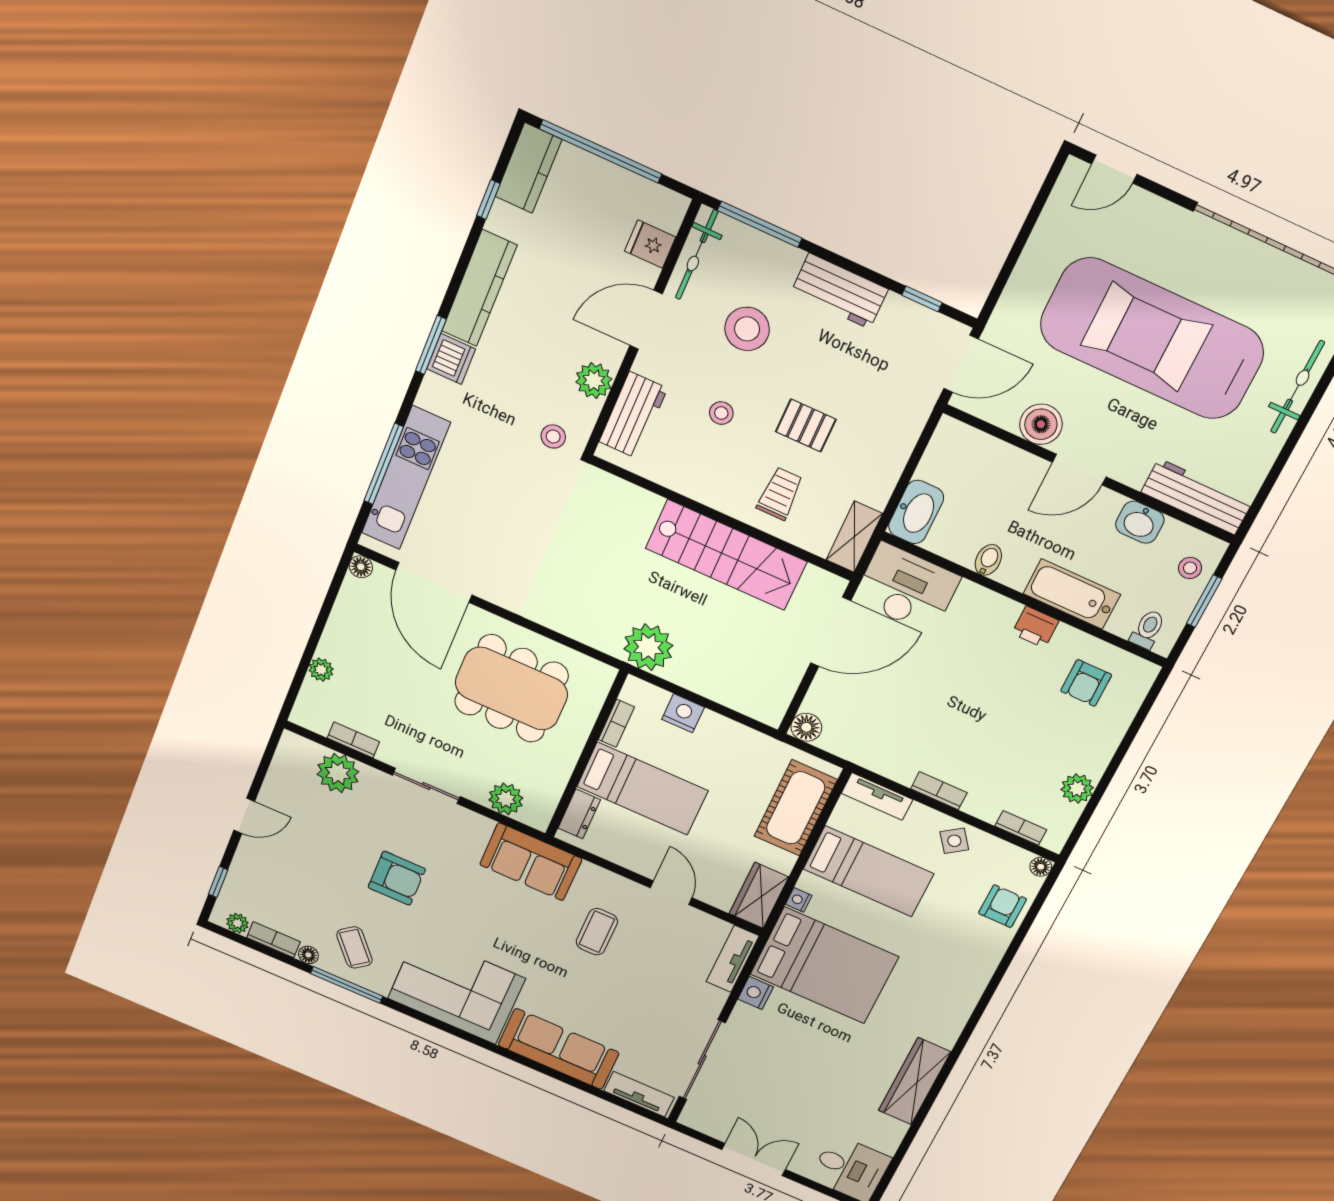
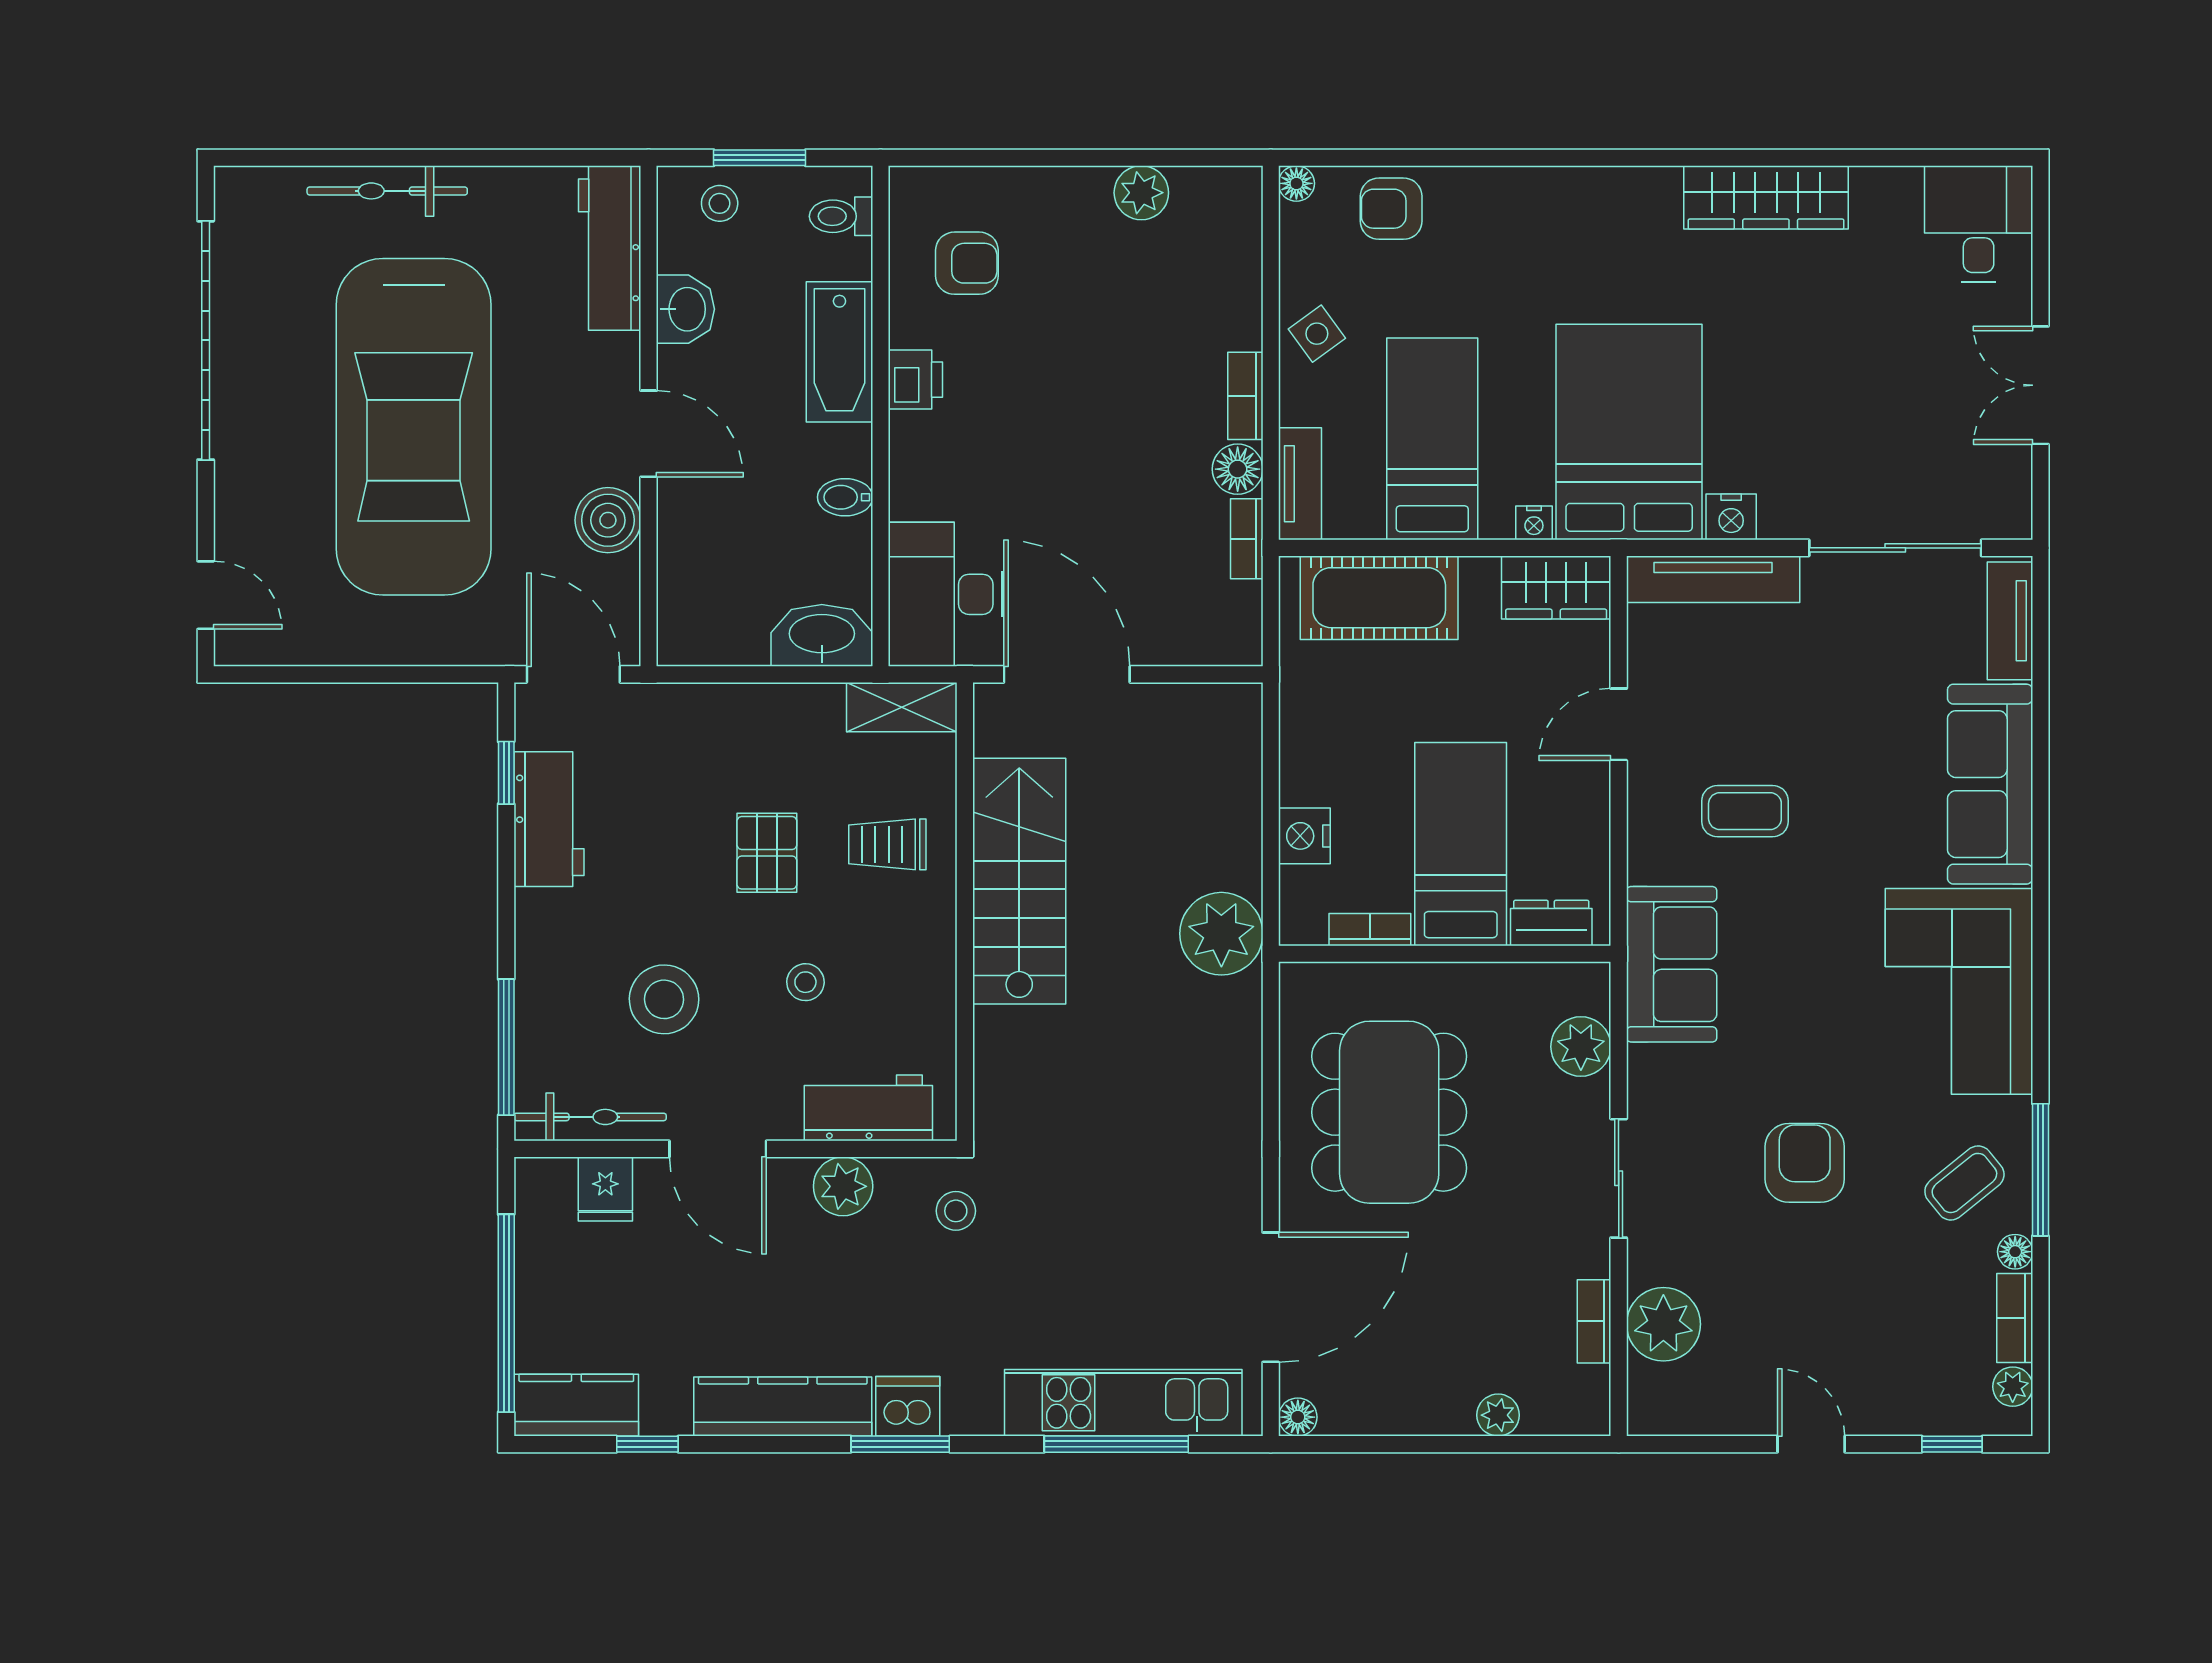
workbench: (839, 291) -> (549, 819), moved
floor lamp: (806, 727) -> (1238, 469), moved
bookcase: (1021, 828) -> (1247, 539), moved
tv unit: (733, 959) -> (1713, 579), width x1.41

